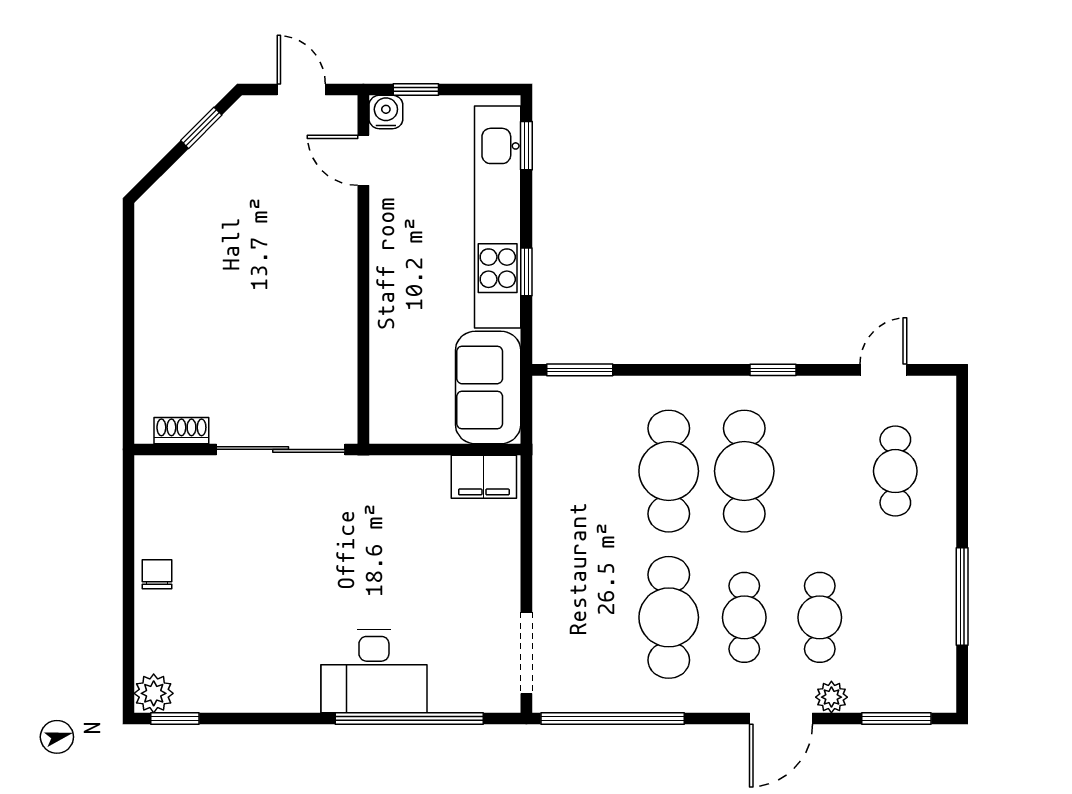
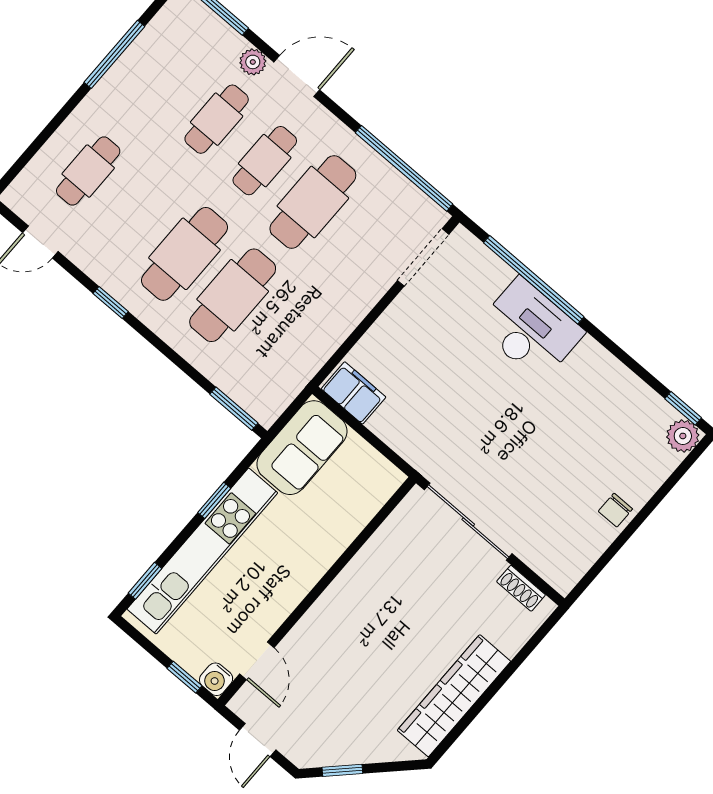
wardrobe: (159, 282) -> (454, 696), added

